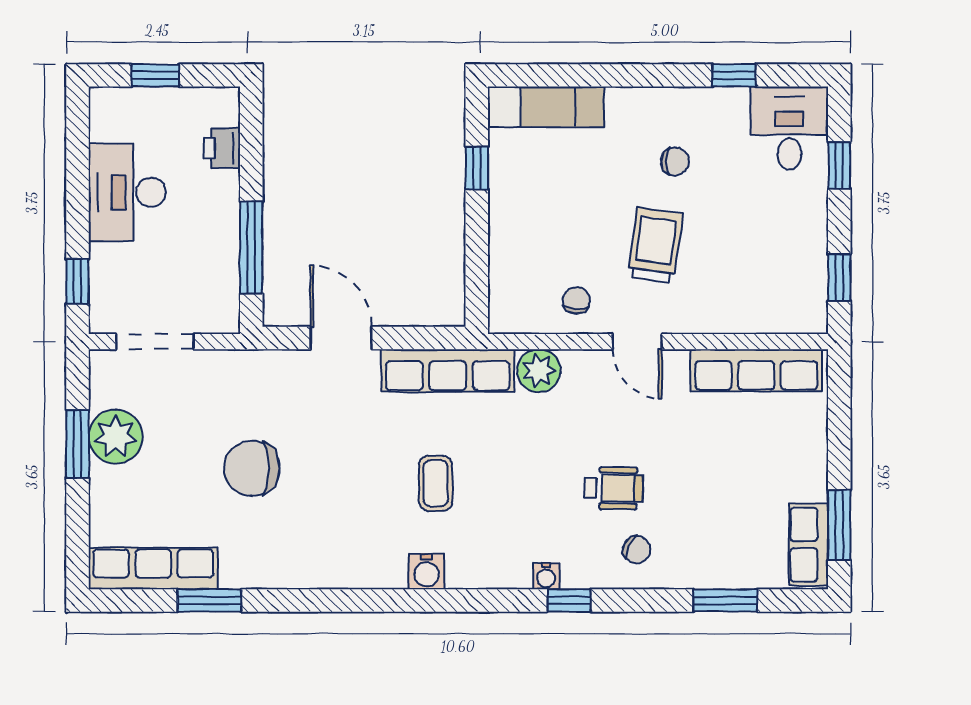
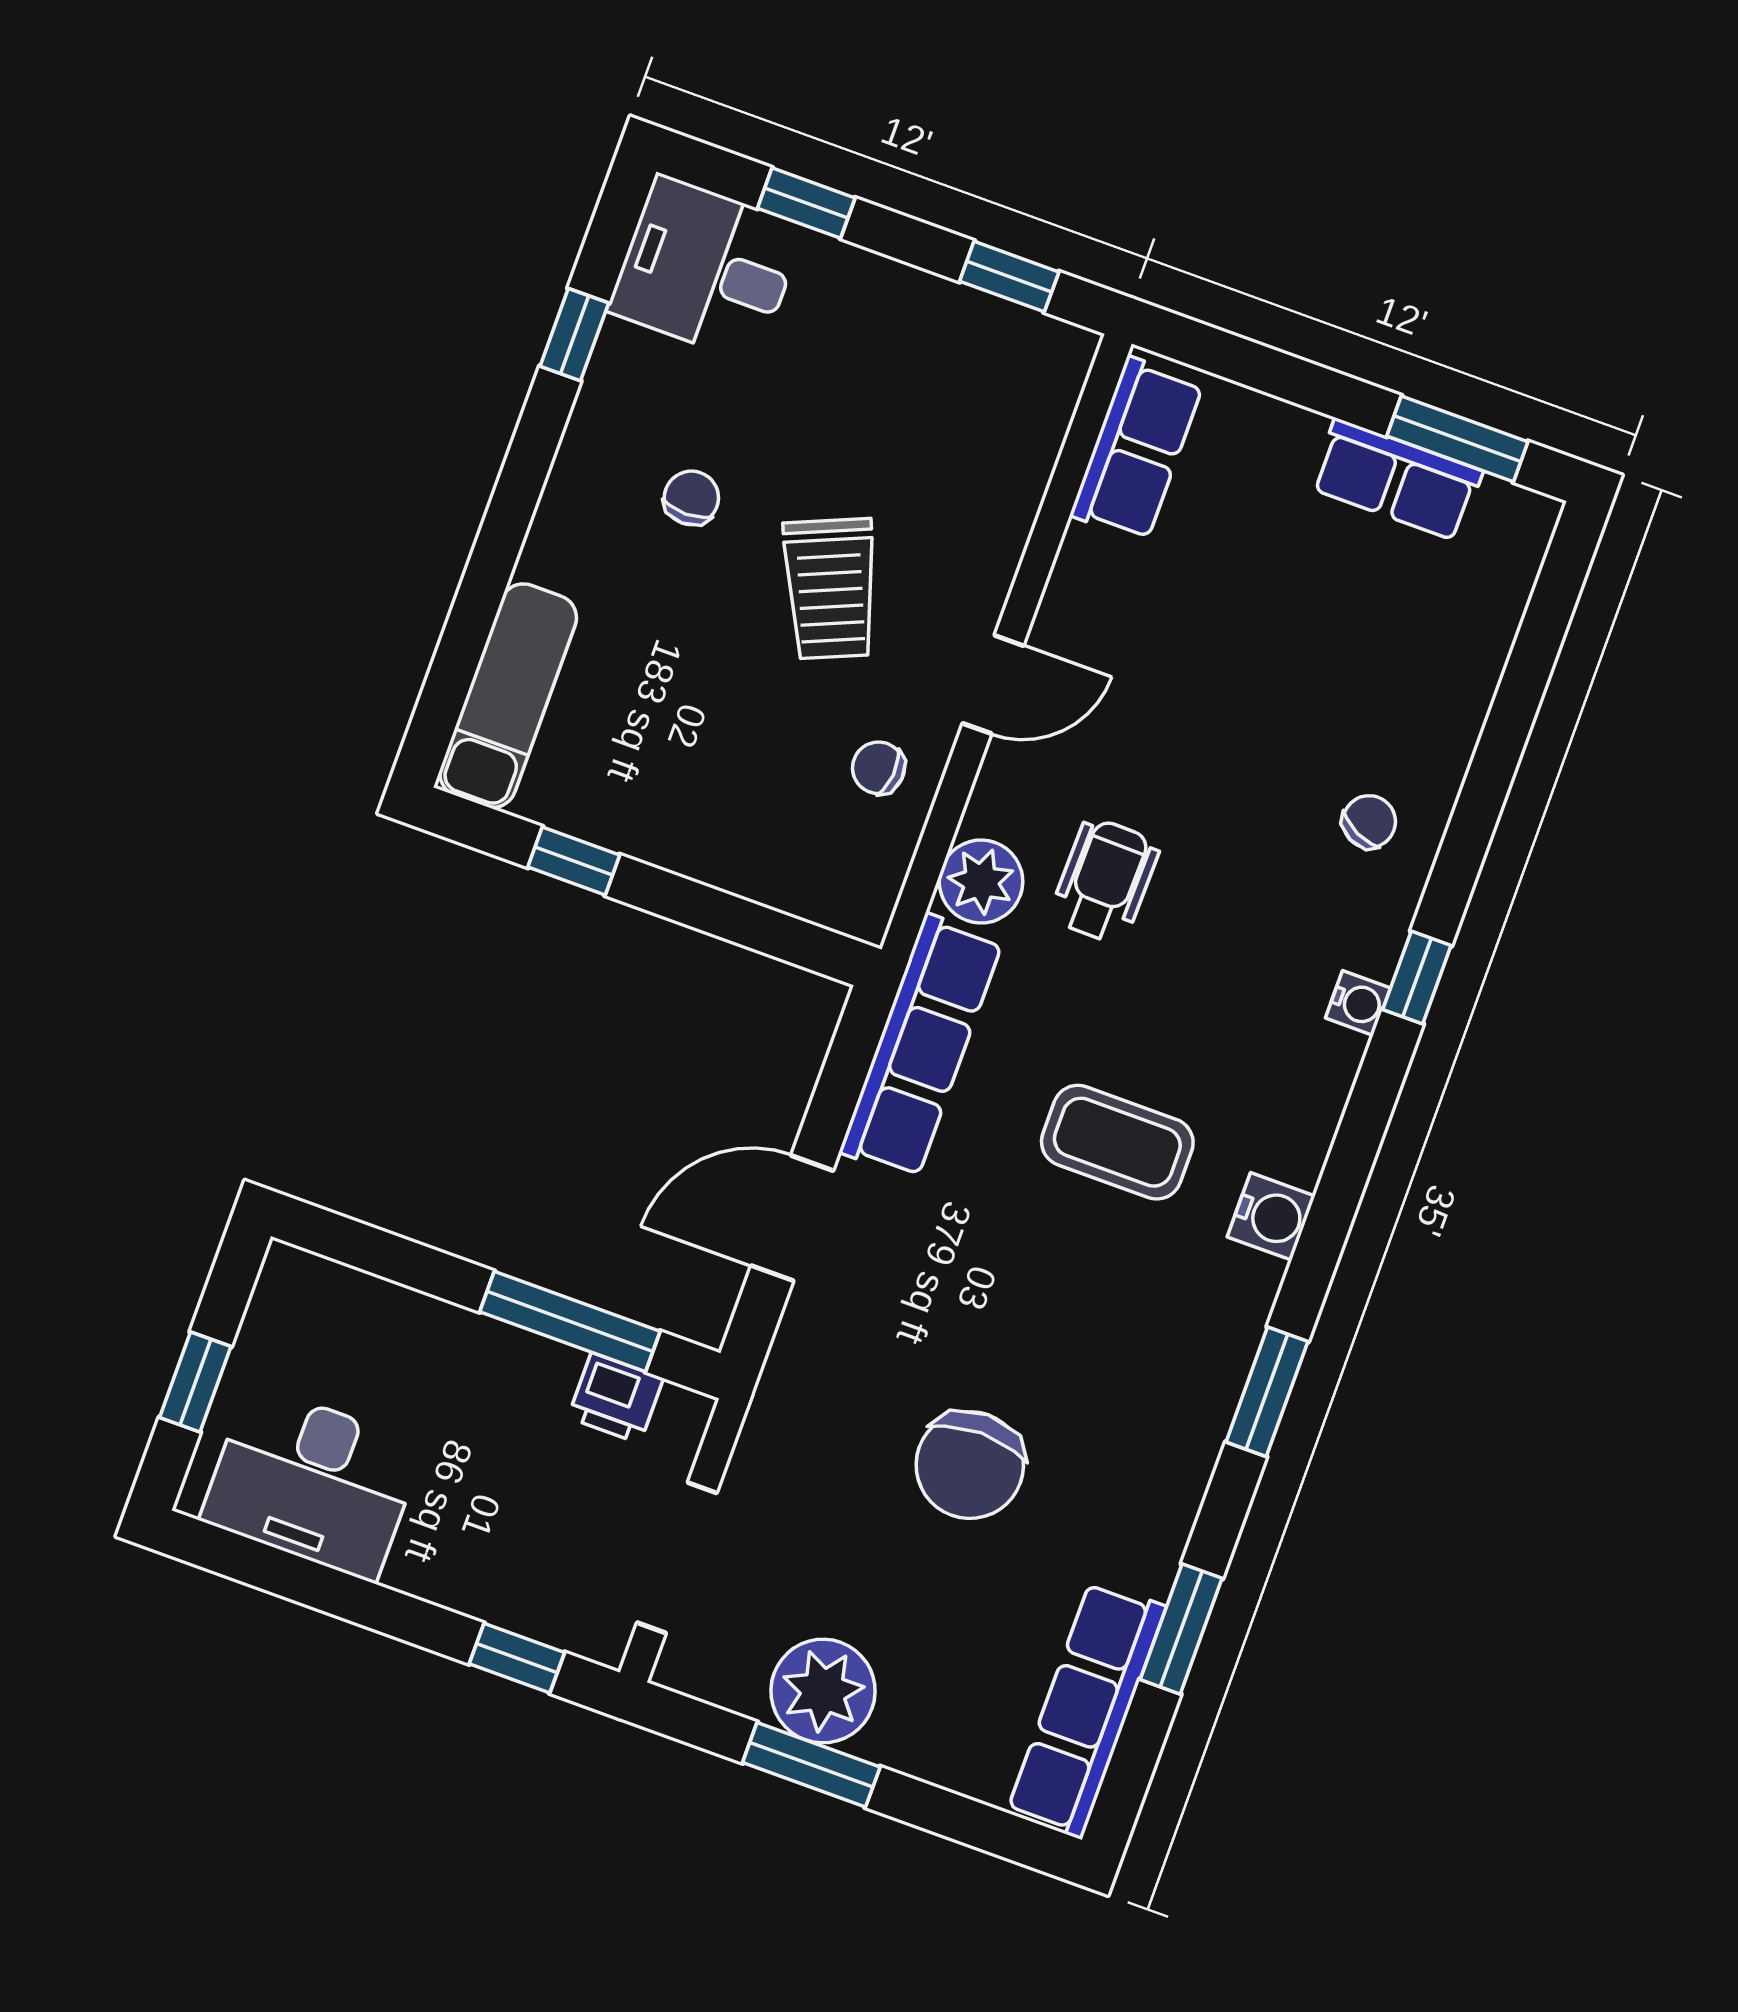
printer: (222, 148) -> (616, 1398), moved
desk: (127, 192) -> (312, 1482), moved
trolley: (655, 245) -> (831, 589), turned -121
row of seats: (756, 370) -> (1137, 449), width x0.68
coffee table: (436, 483) -> (1117, 1142), width x1.36, depth x1.30
wheelchair: (614, 488) -> (1105, 881), moved
row of seats: (808, 545) -> (1396, 480), moved
window: (725, 600) -> (1267, 1392), moved

